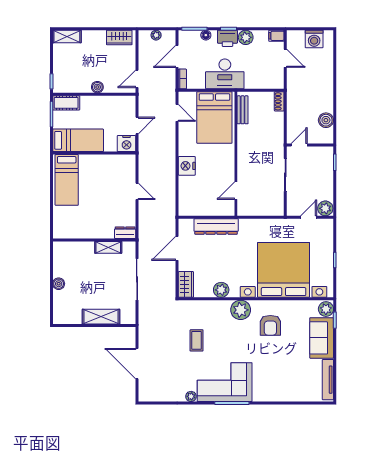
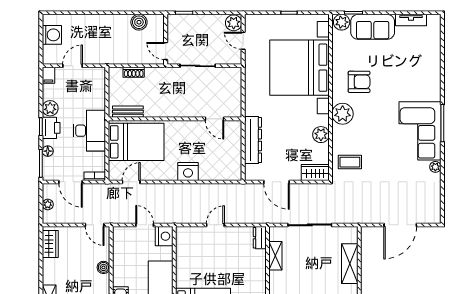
shoe rack: (279, 101) -> (134, 72), moved
coffee table: (197, 340) -> (350, 162), moved
tv unit: (328, 380) -> (411, 20), width x0.71

